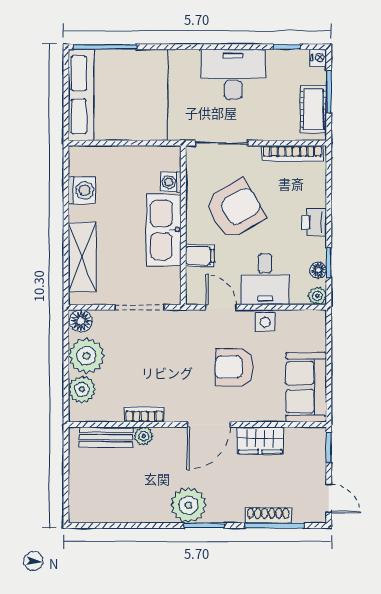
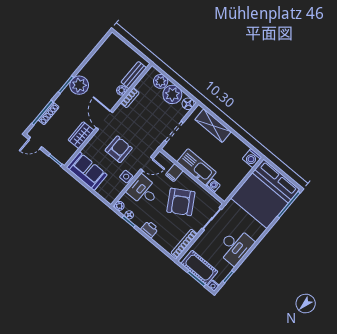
cot: (313, 109) -> (199, 268), width x1.37, depth x1.34
washing machine: (82, 190) -> (252, 158), moved

